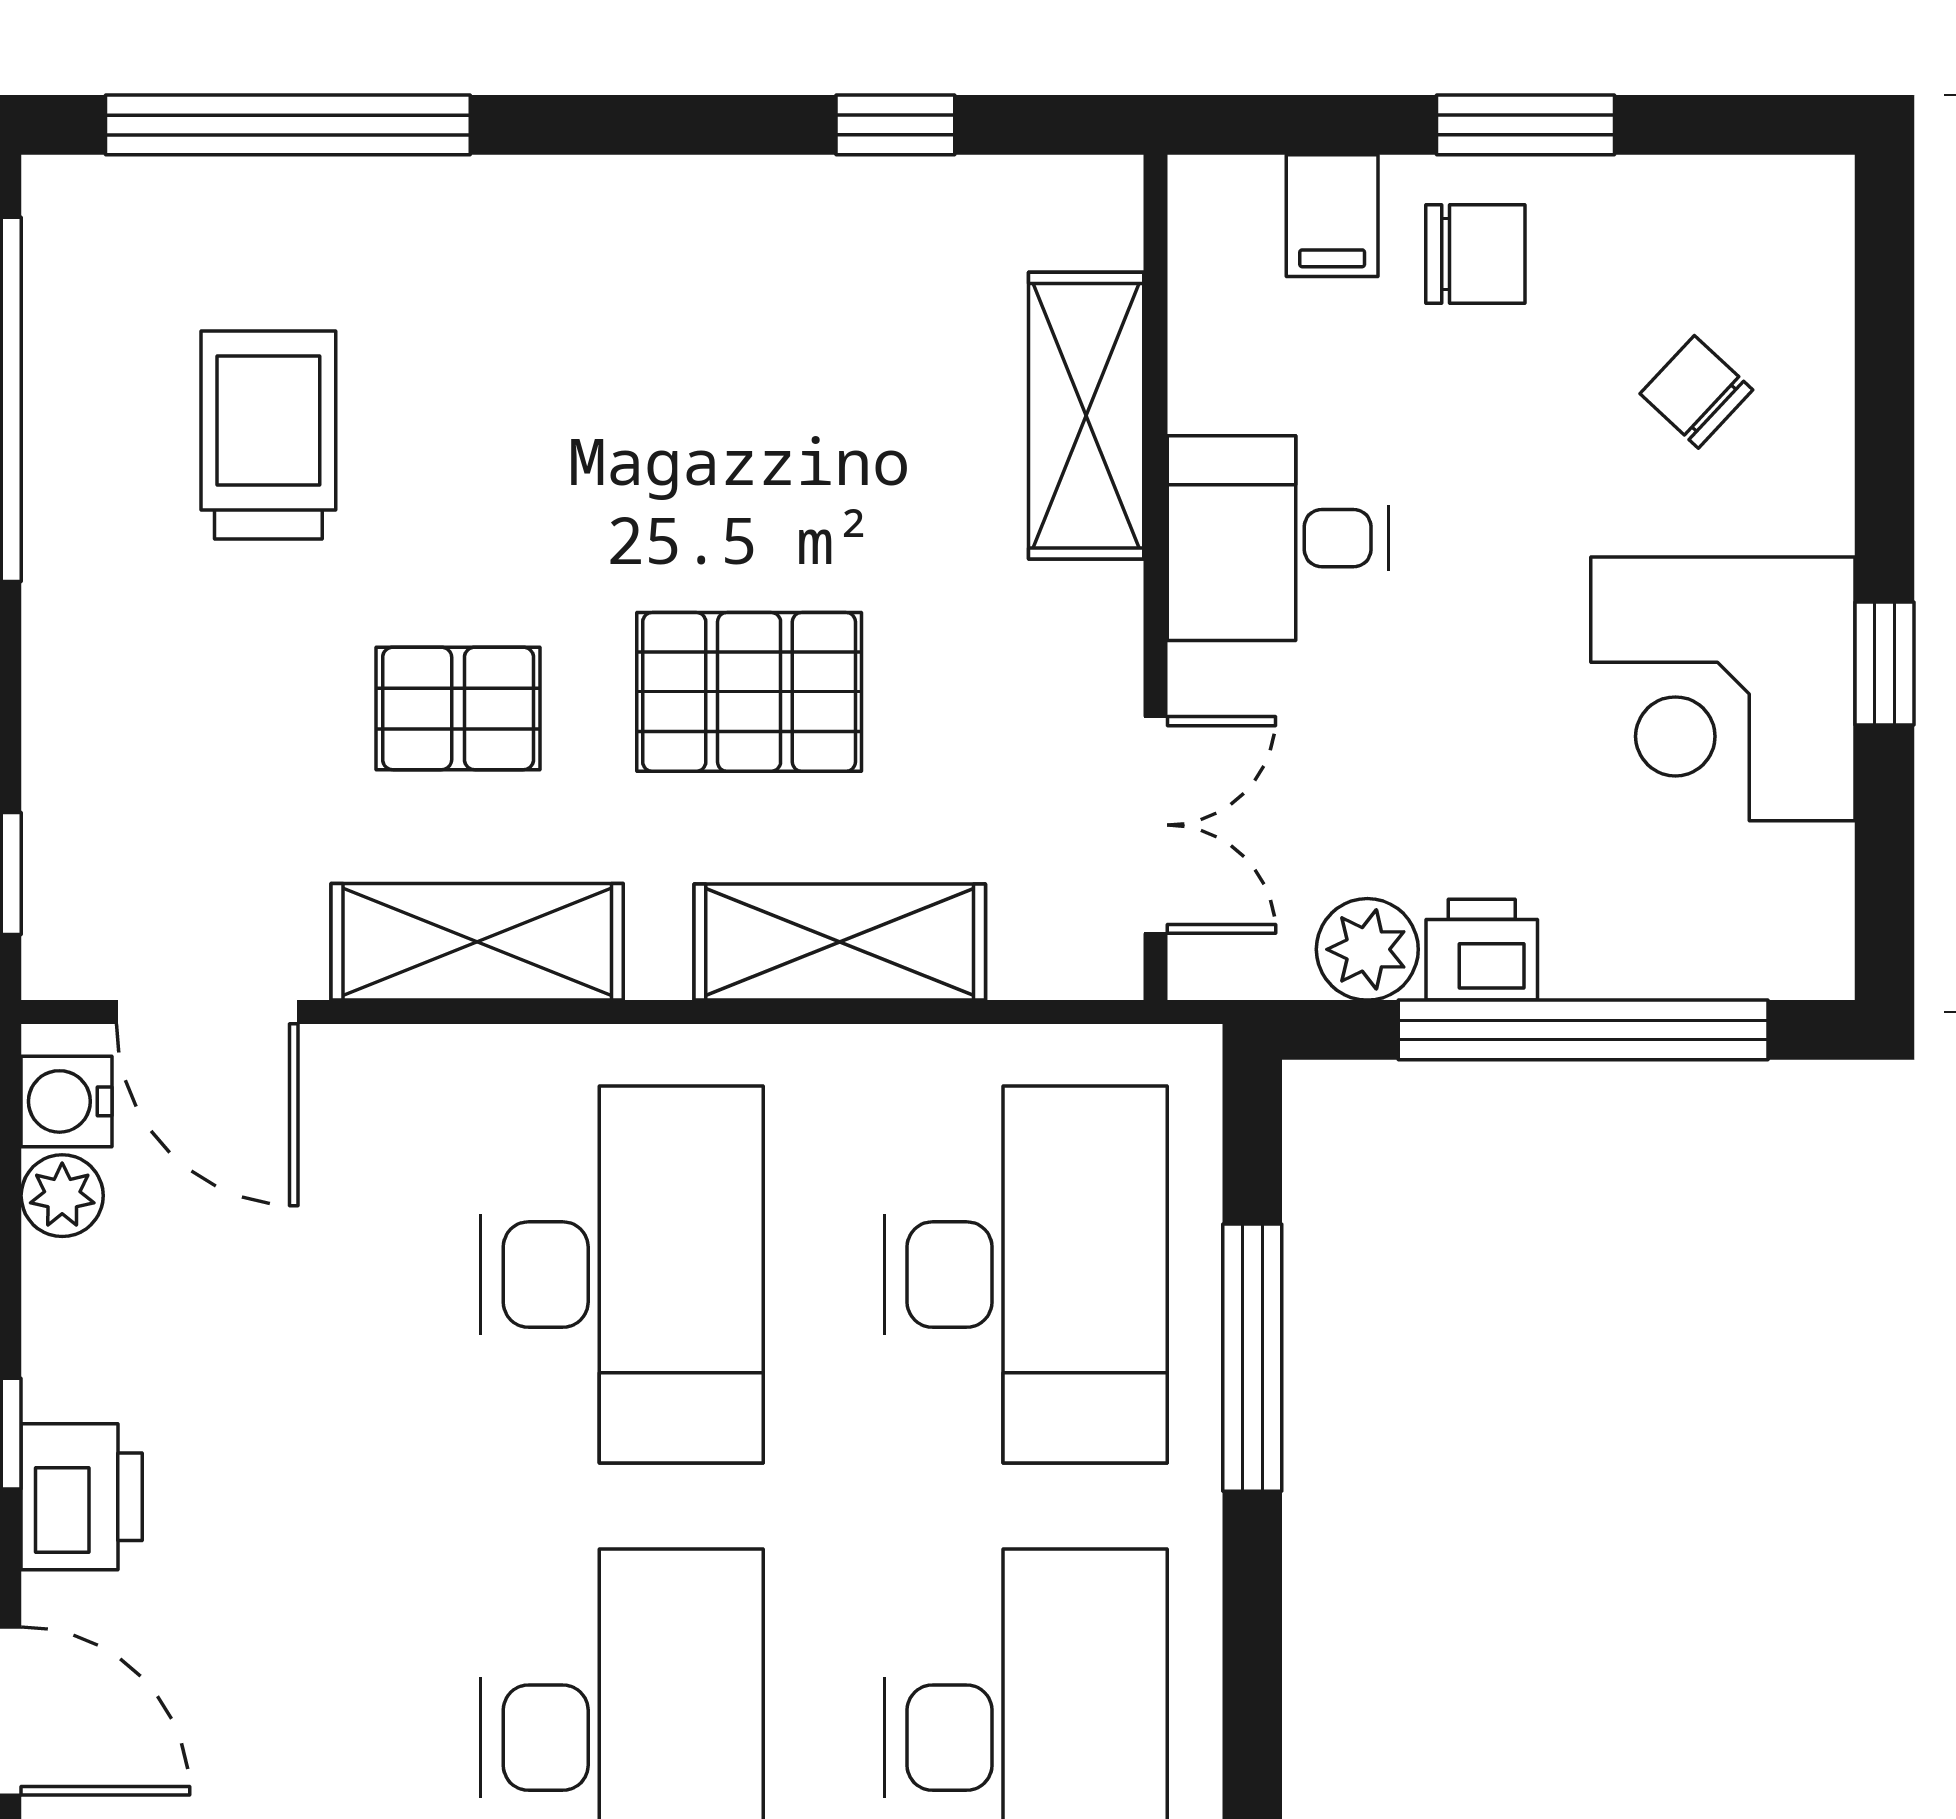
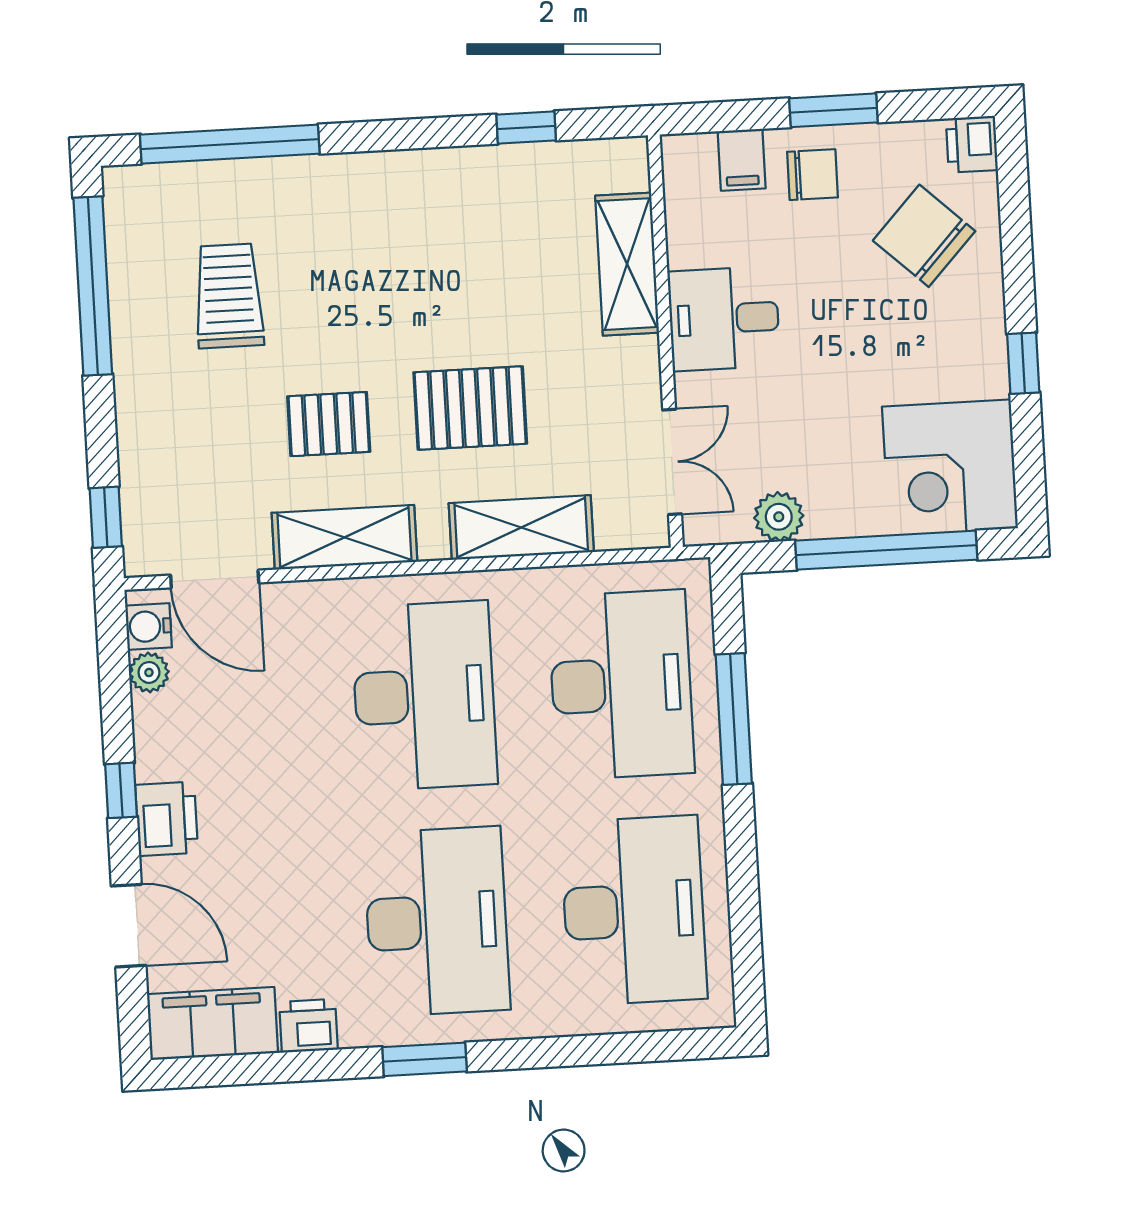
chair: (1696, 392) -> (924, 236), width x1.87, depth x1.87
corner desk: (1723, 689) -> (950, 467), moved
printer: (1482, 950) -> (972, 144), moved, turned -90

